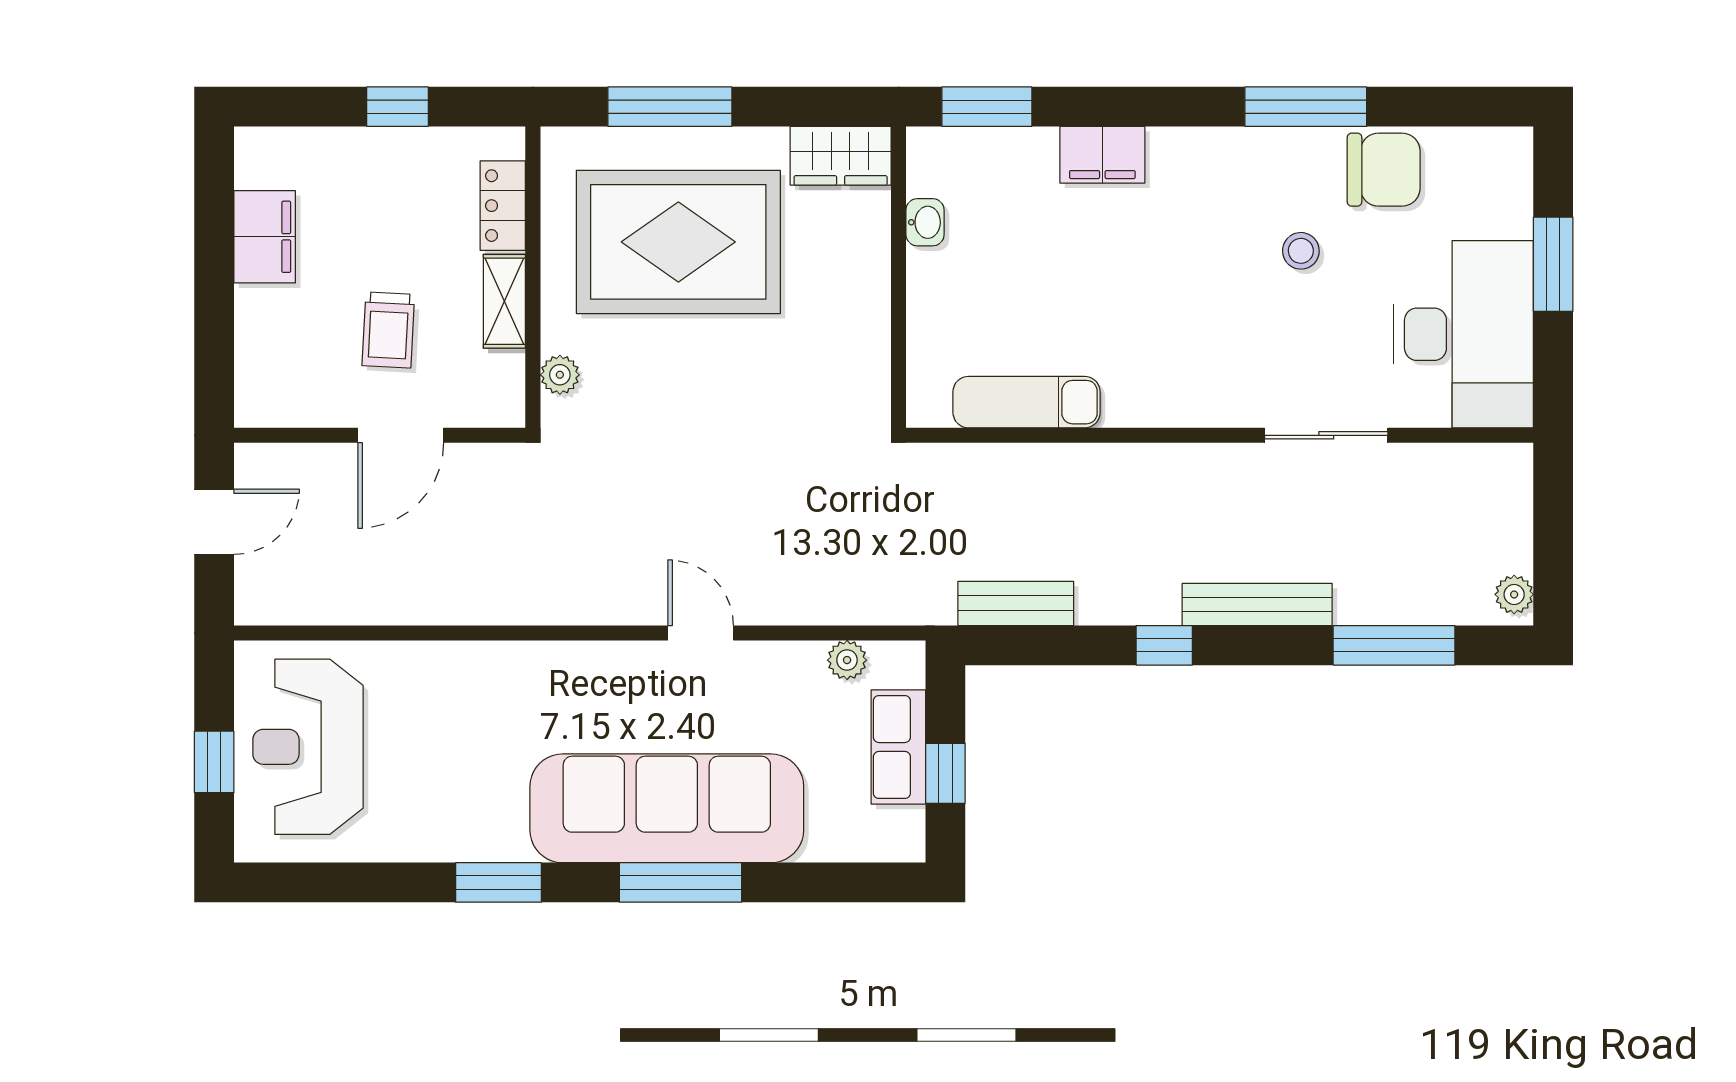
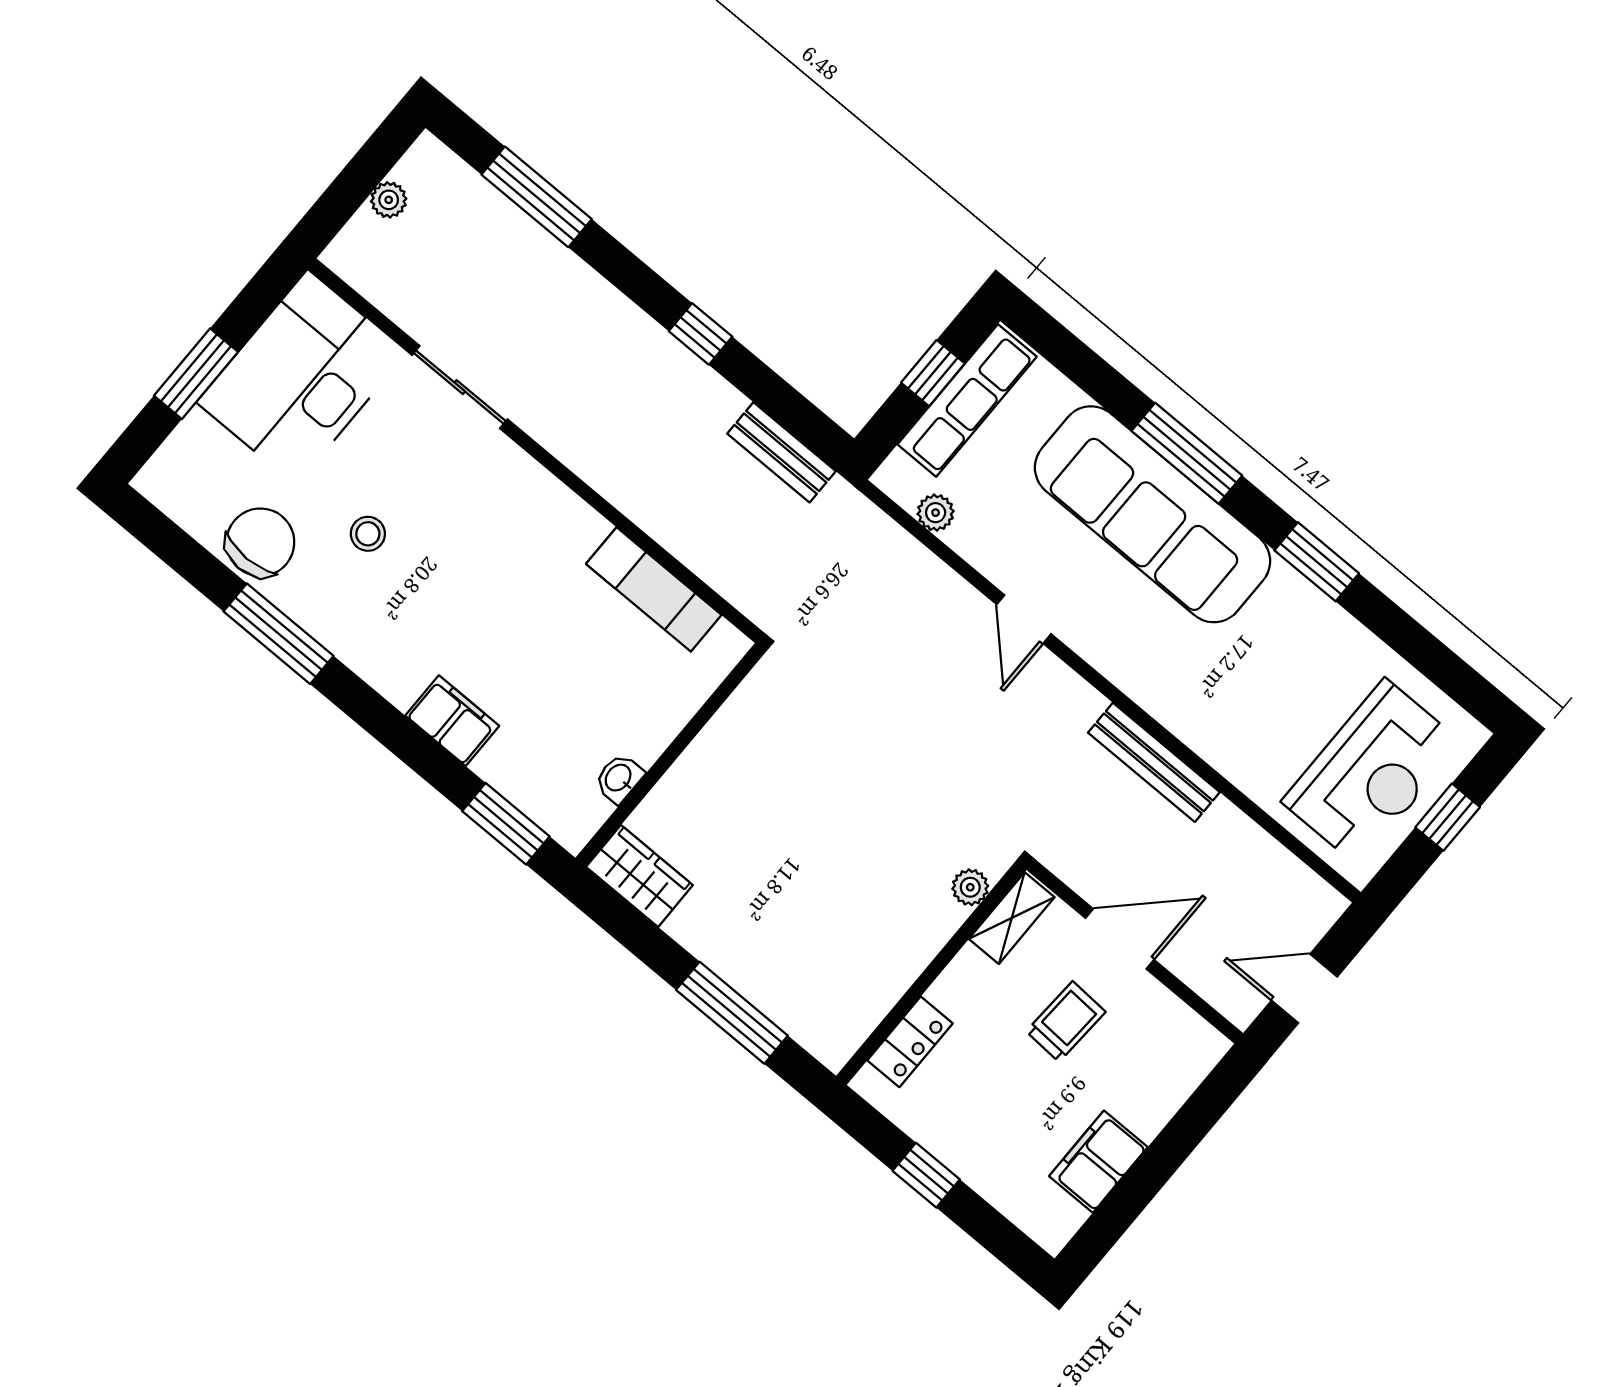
chair: (1384, 170) -> (260, 542), turned 90
rug: (678, 242) -> (807, 911), removed
shelving: (504, 301) -> (1012, 918), moved
plant: (1514, 594) -> (389, 200), moved
bench: (1257, 605) -> (1154, 762), moved
row of seats: (898, 747) -> (967, 400), width x1.48

